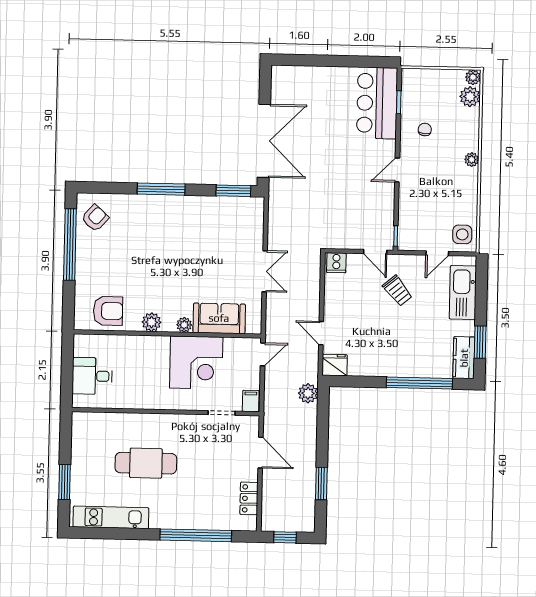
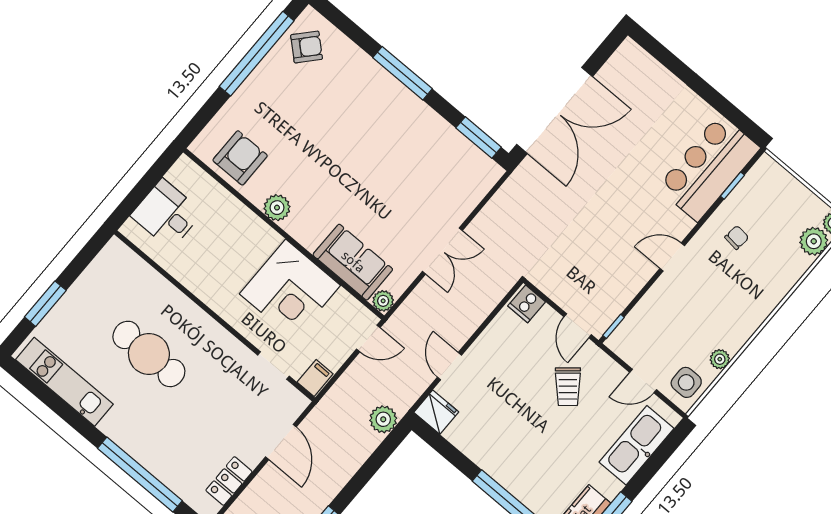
plant: (472, 160) -> (720, 359), moved
armchair: (108, 311) -> (240, 158), turned -90
plant: (184, 325) -> (383, 301), moved

